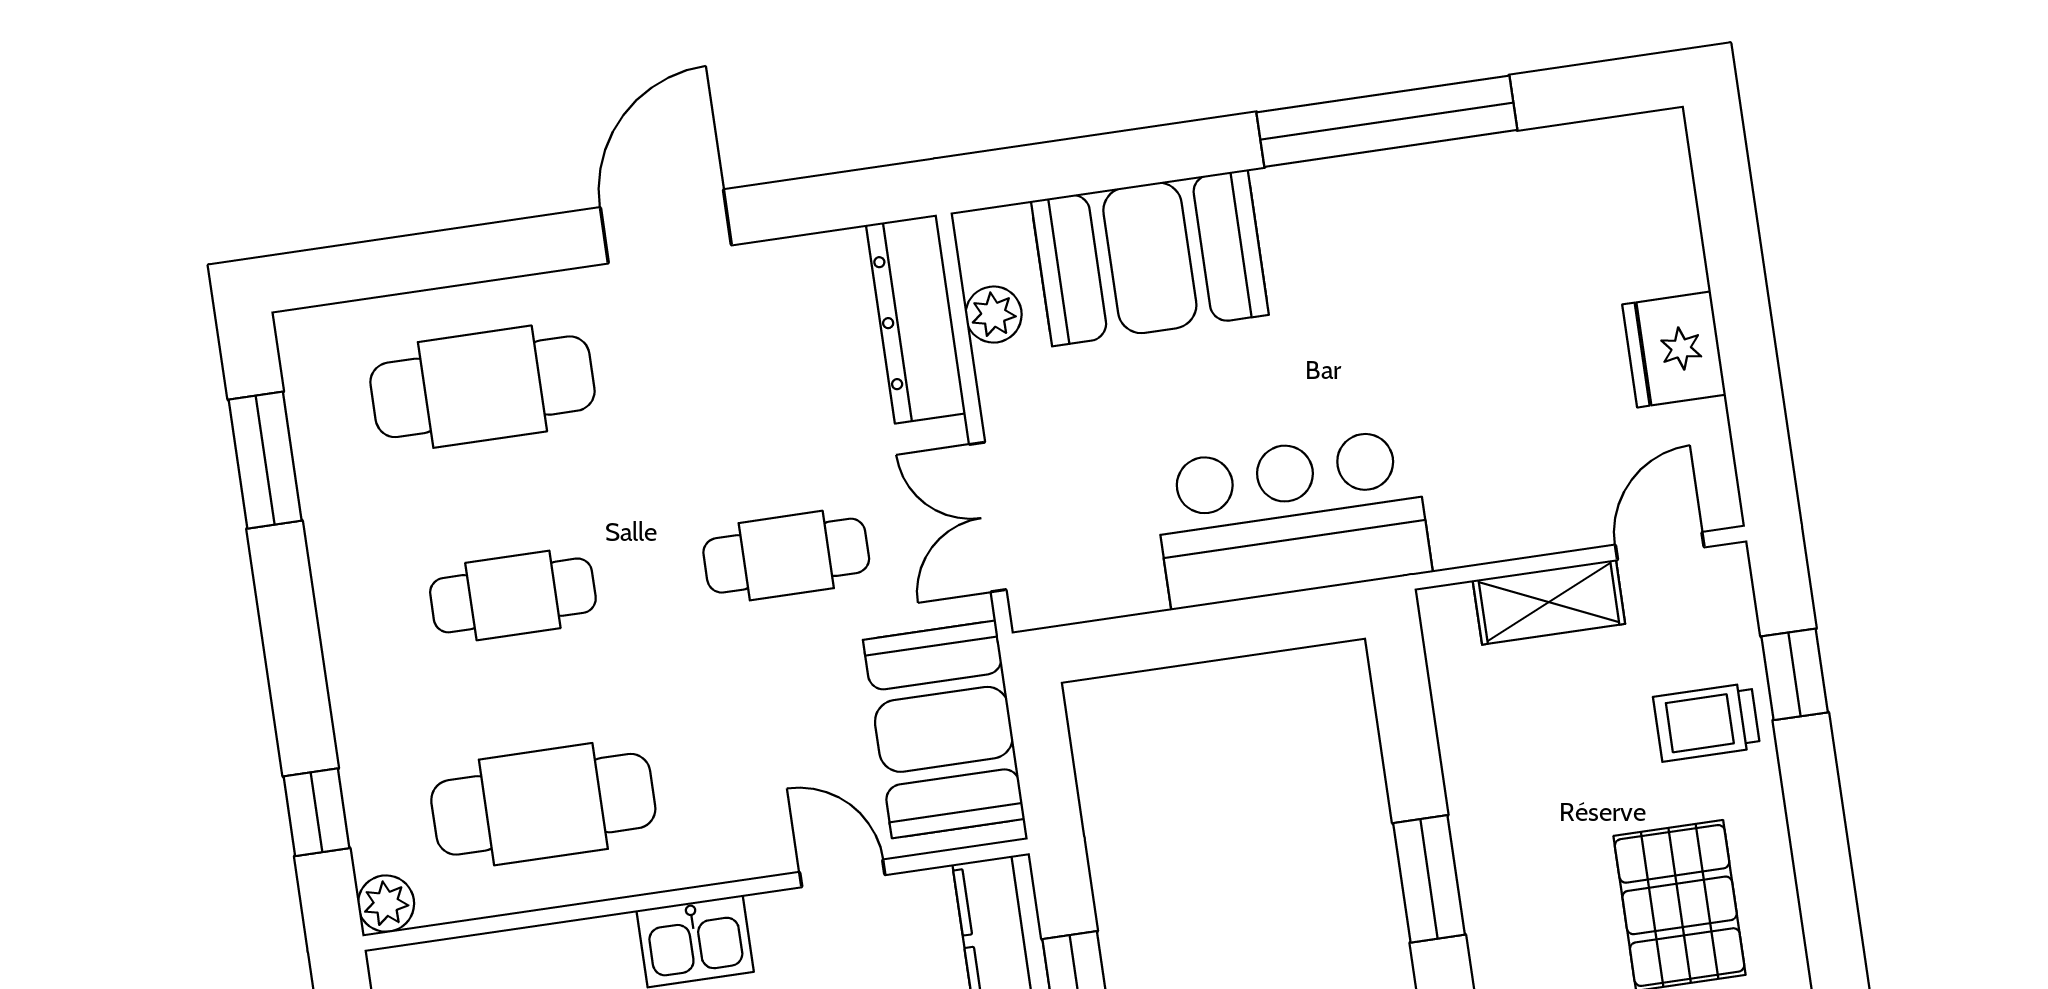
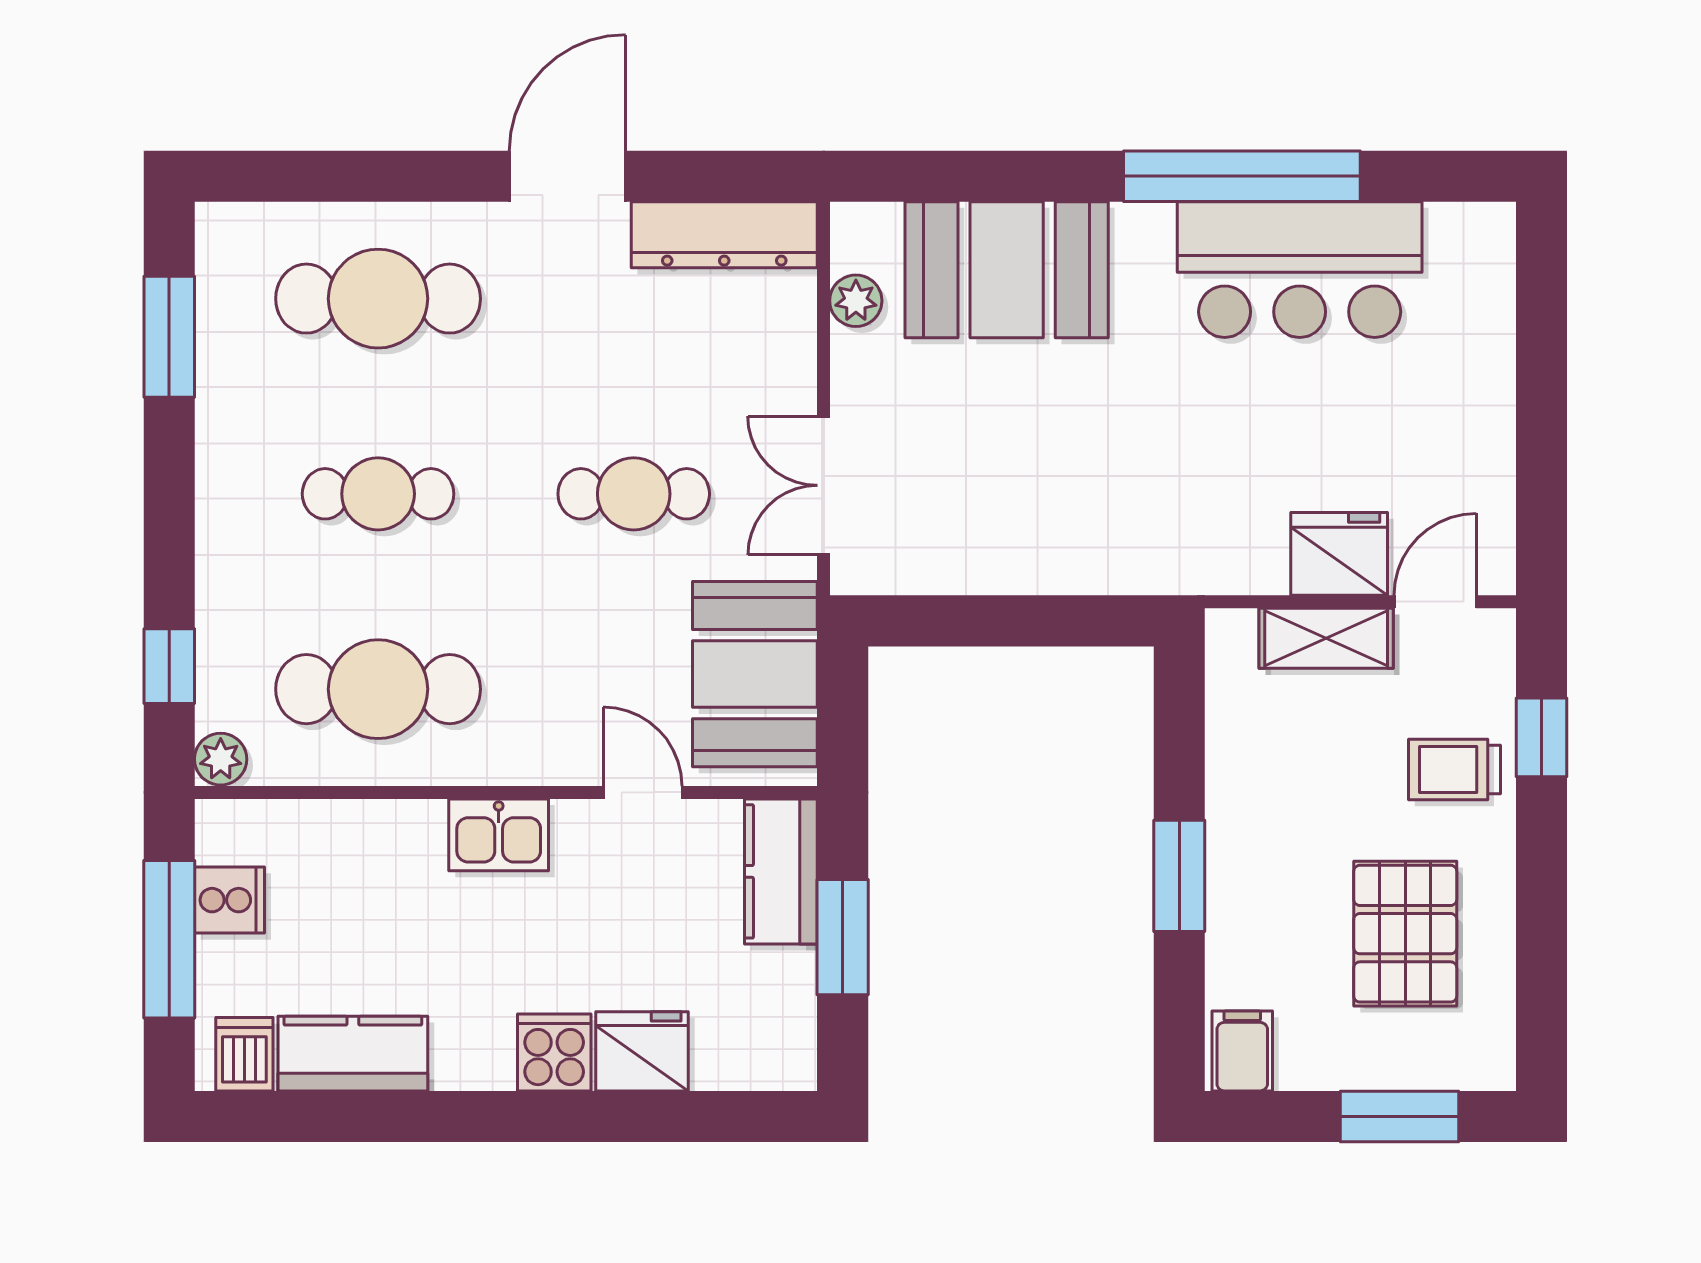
dresser: (916, 319) -> (724, 235), moved, turned -90
fridge: (1674, 349) -> (1339, 554), moved, turned 90
bar counter: (1292, 519) -> (1300, 270), moved, turned 180

